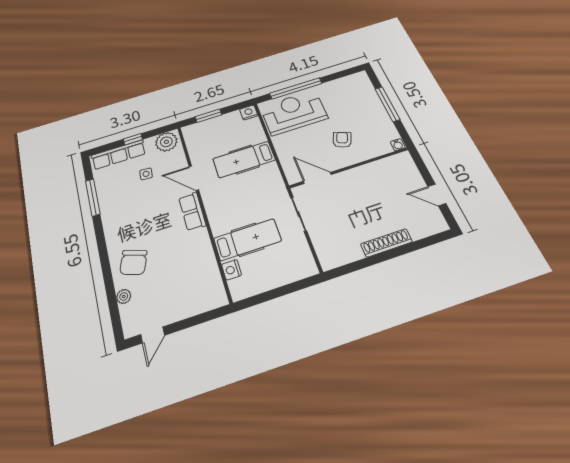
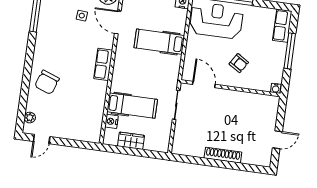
row of seats: (364, 86) -> (282, 26), added
armchair: (342, 140) -> (239, 63), turned 99
door: (194, 178) -> (118, 22), moved
door: (437, 195) -> (277, 140), swing flipped
wardrobe: (267, 281) -> (131, 141), added
plant: (124, 296) -> (30, 118), moved

